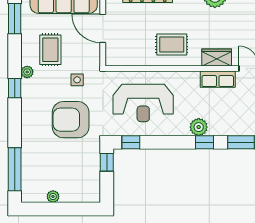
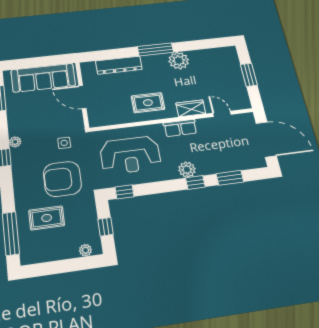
rug: (50, 50) -> (47, 218), moved, turned 90
row of seats: (218, 79) -> (180, 128), moved
window: (107, 162) -> (106, 227), moved
plant: (53, 196) -> (85, 250), moved

